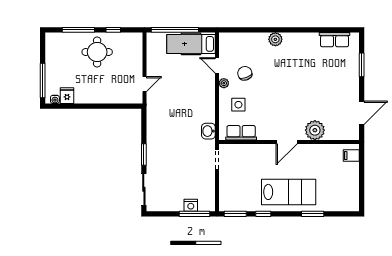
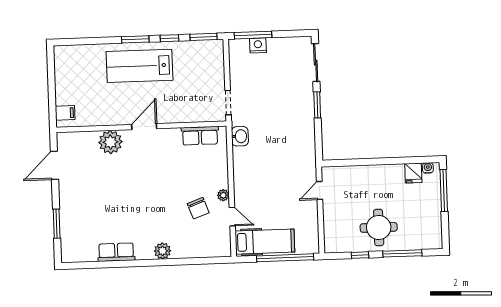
row of seats: (335, 40) -> (116, 252), moved
side table: (238, 105) -> (205, 170), removed
window: (313, 214) -> (135, 39), moved

